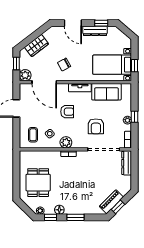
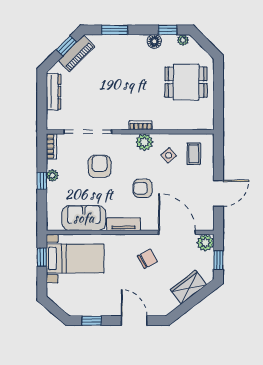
dresser: (95, 31) -> (101, 309), removed
dresser: (127, 163) -> (54, 92), moved
dining table: (38, 183) -> (186, 82), turned 90
window: (75, 217) -> (115, 30), moved

